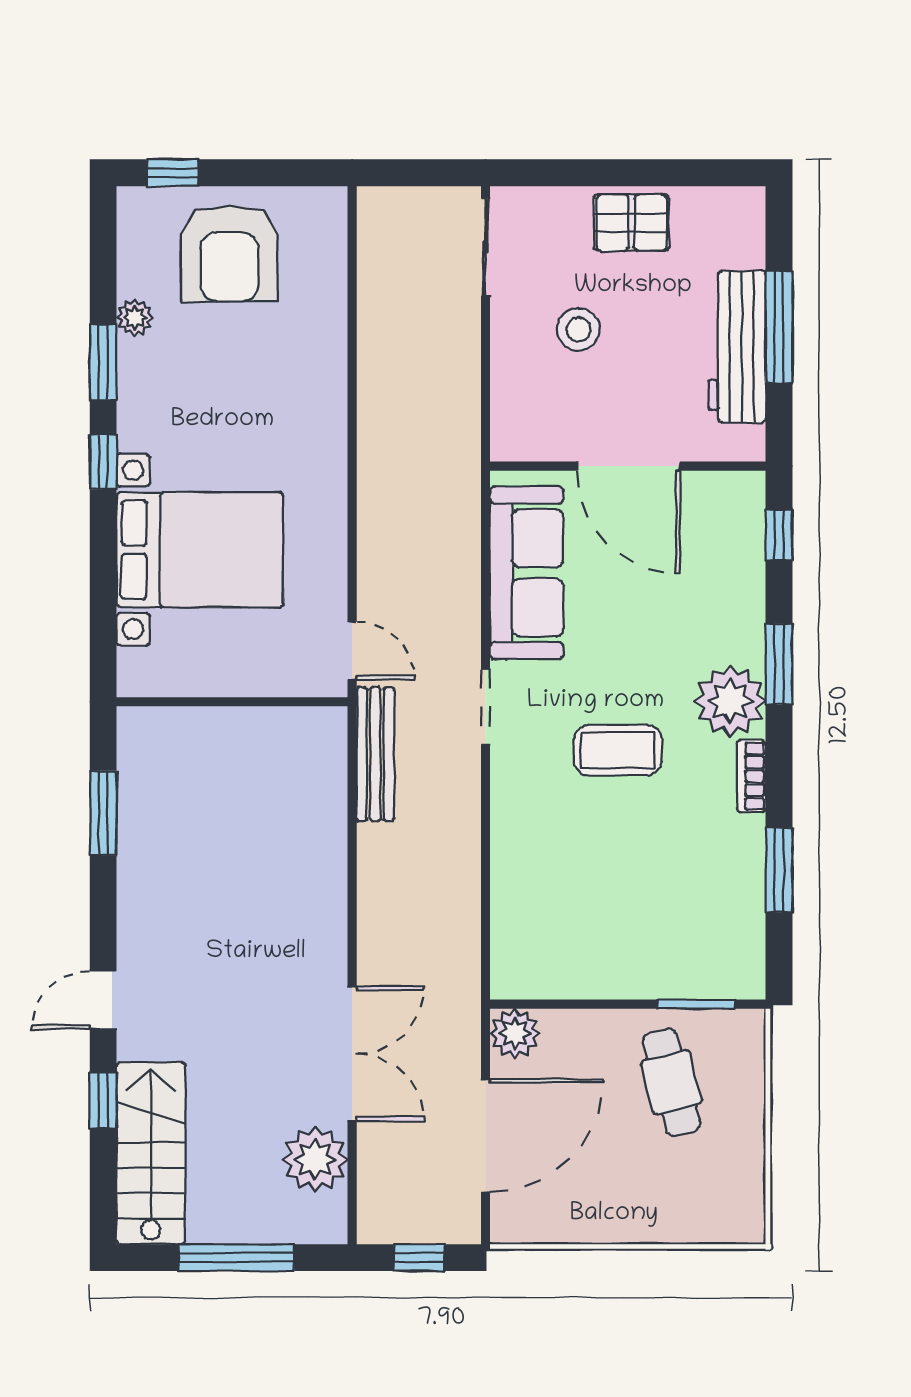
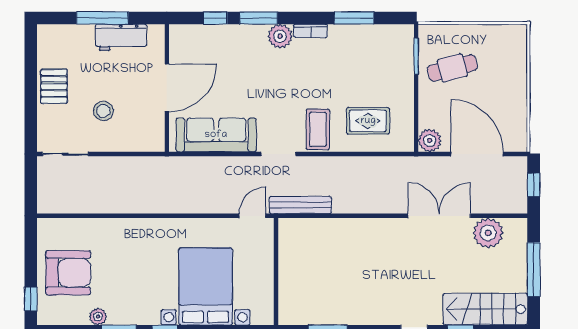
workbench: (737, 346) -> (121, 37), width x0.73
window: (779, 535) -> (215, 18), moved
plant: (730, 701) -> (280, 36), width x0.73, depth x0.73
coffee table: (618, 750) -> (318, 129), moved
rug: (557, 900) -> (368, 121), added

